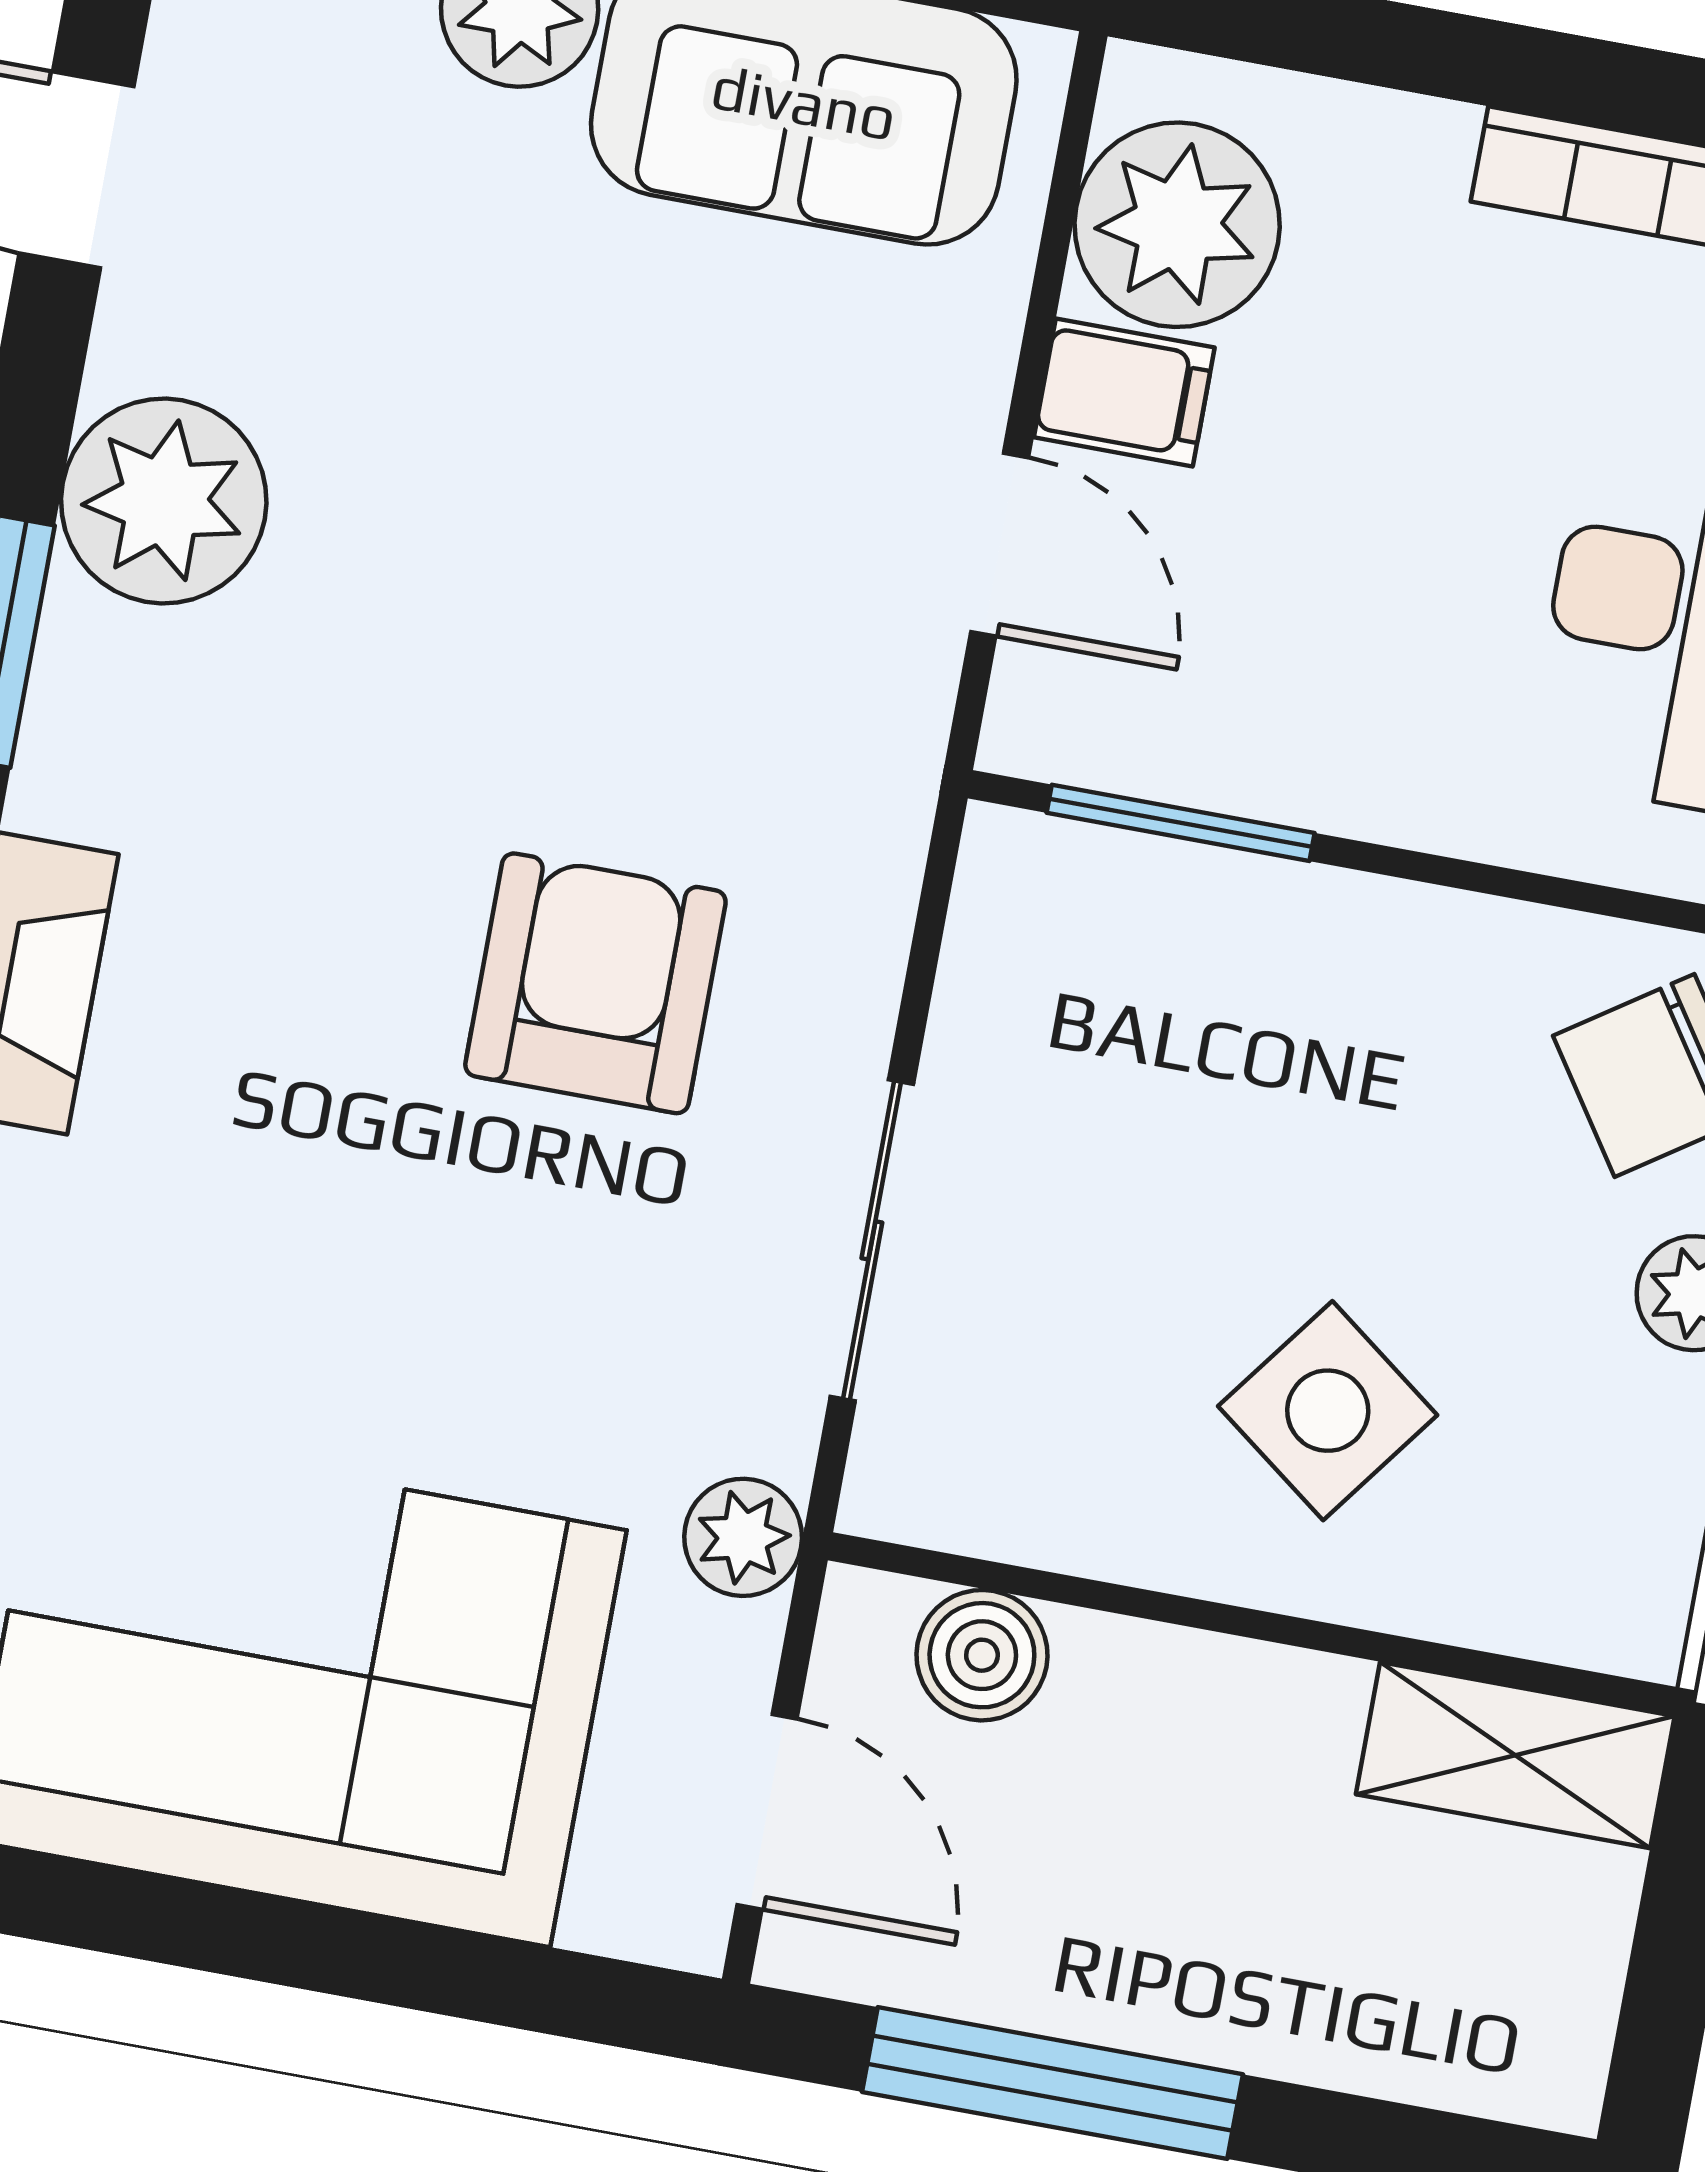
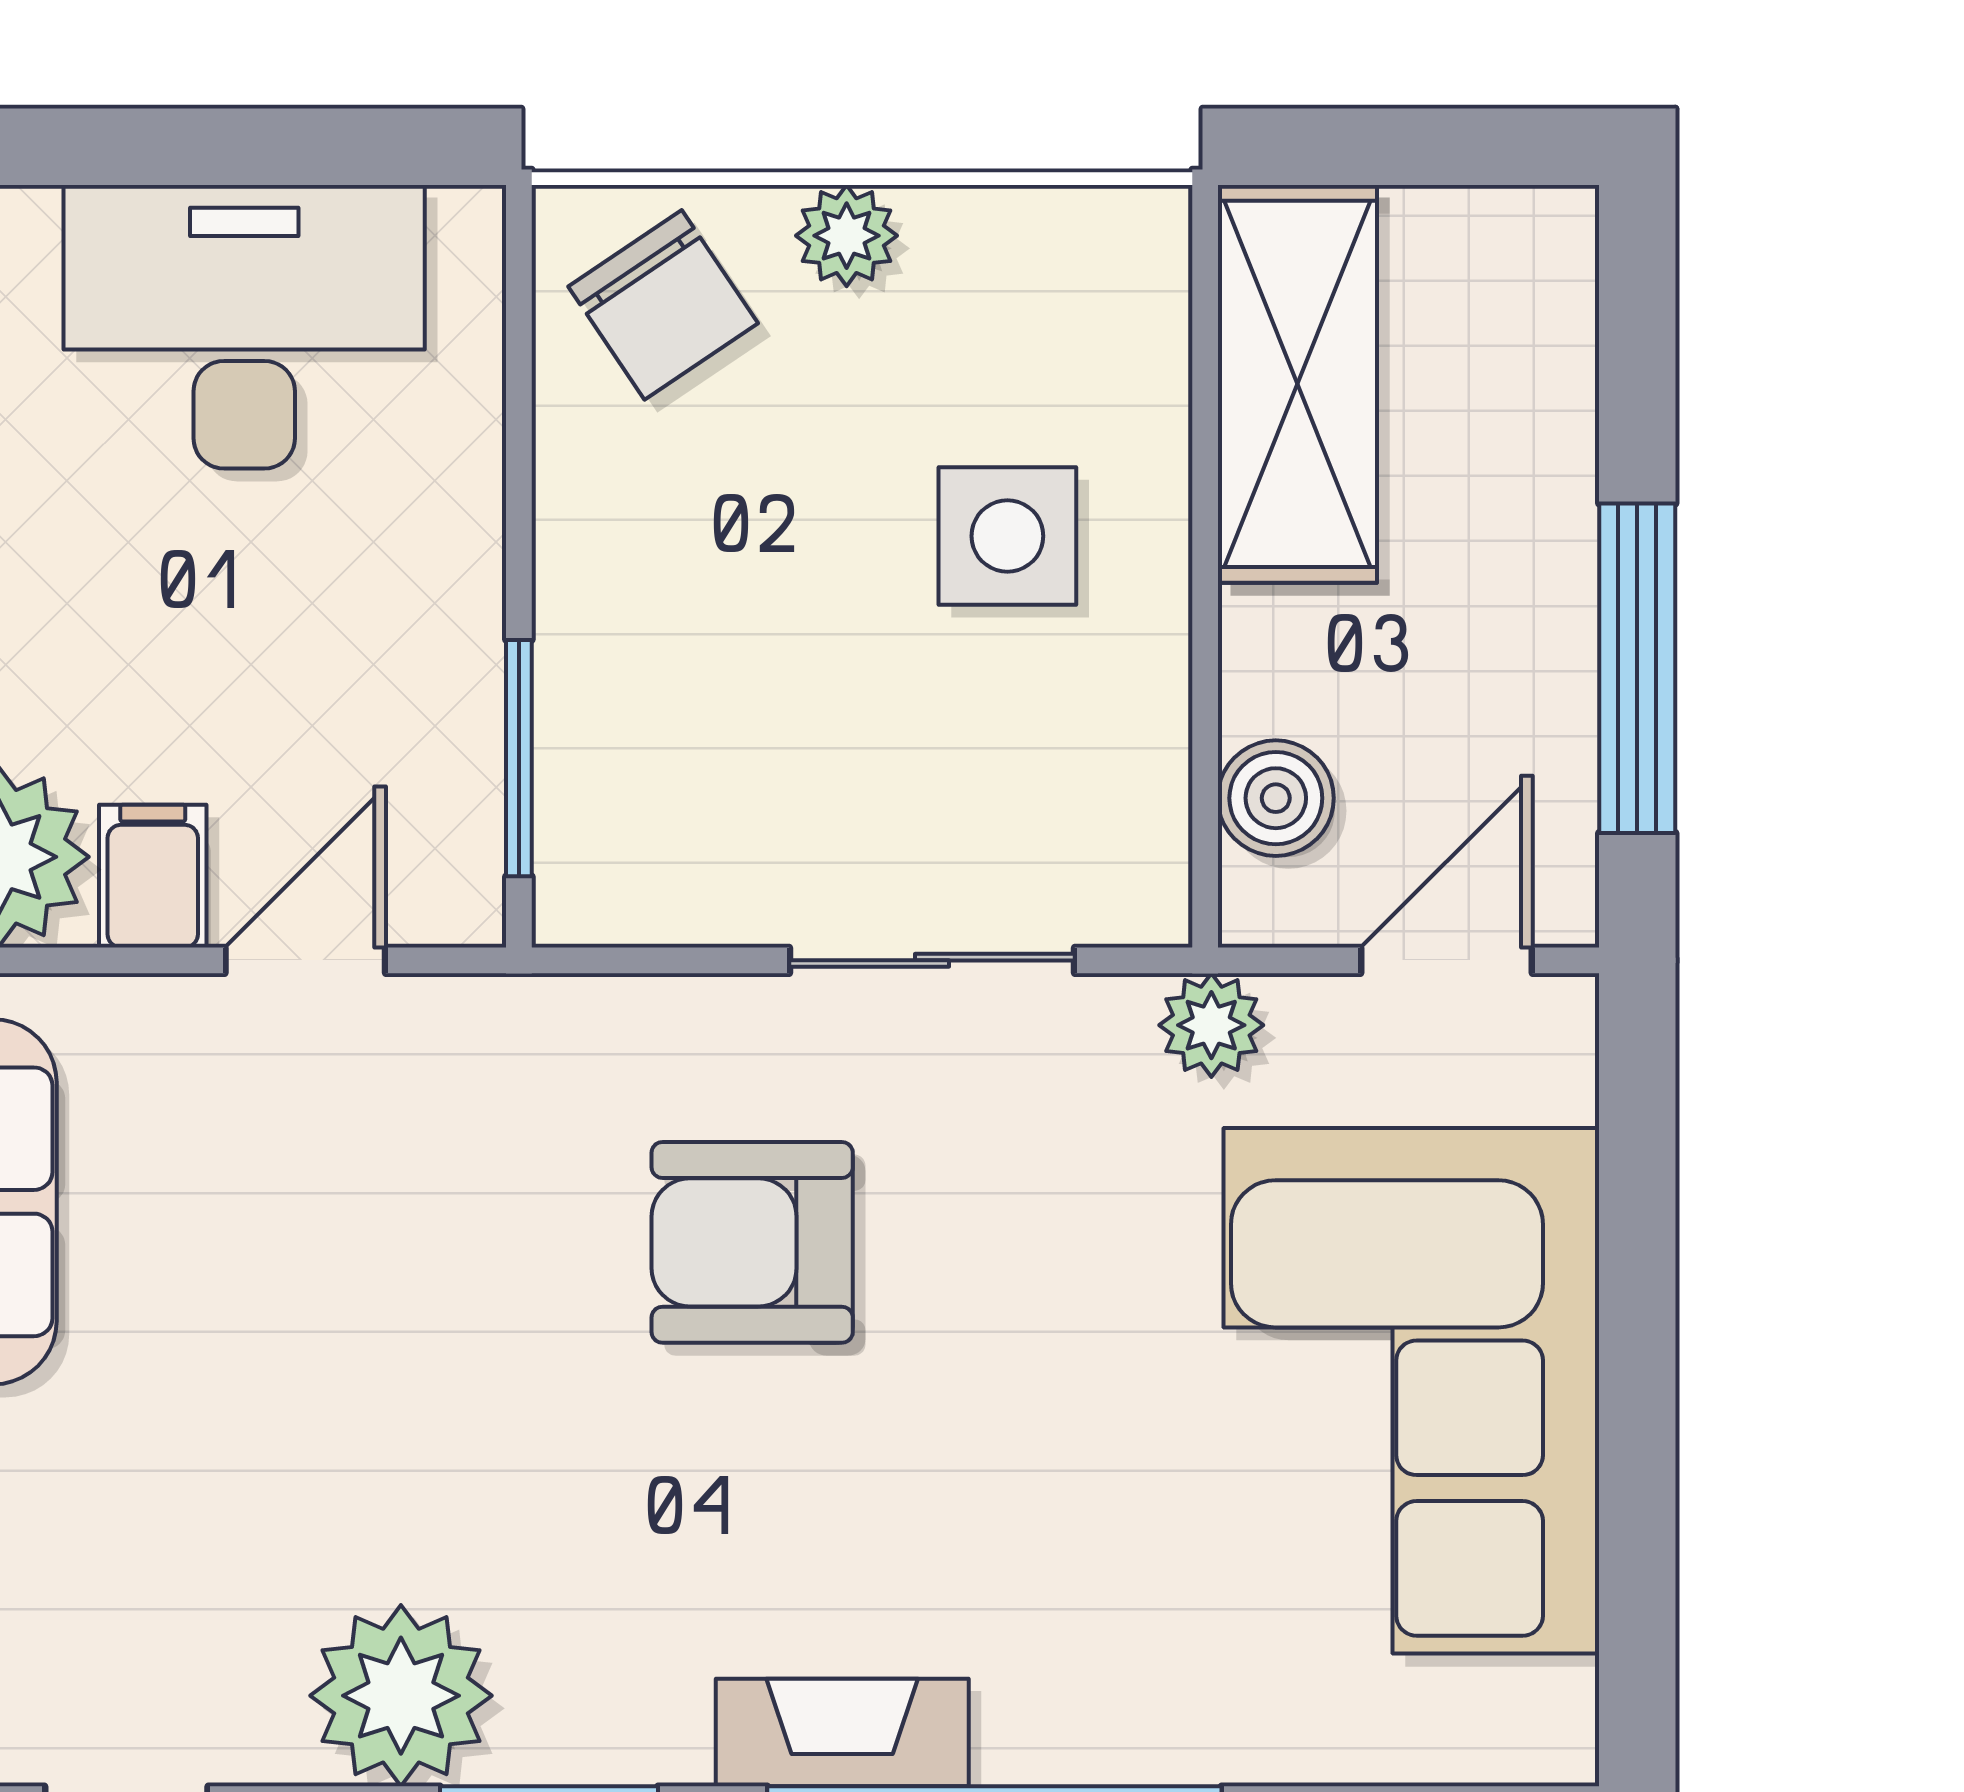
side table: (1328, 1411) -> (1007, 536), turned -37
shelving: (1515, 1755) -> (1297, 384), width x1.50, depth x1.33

